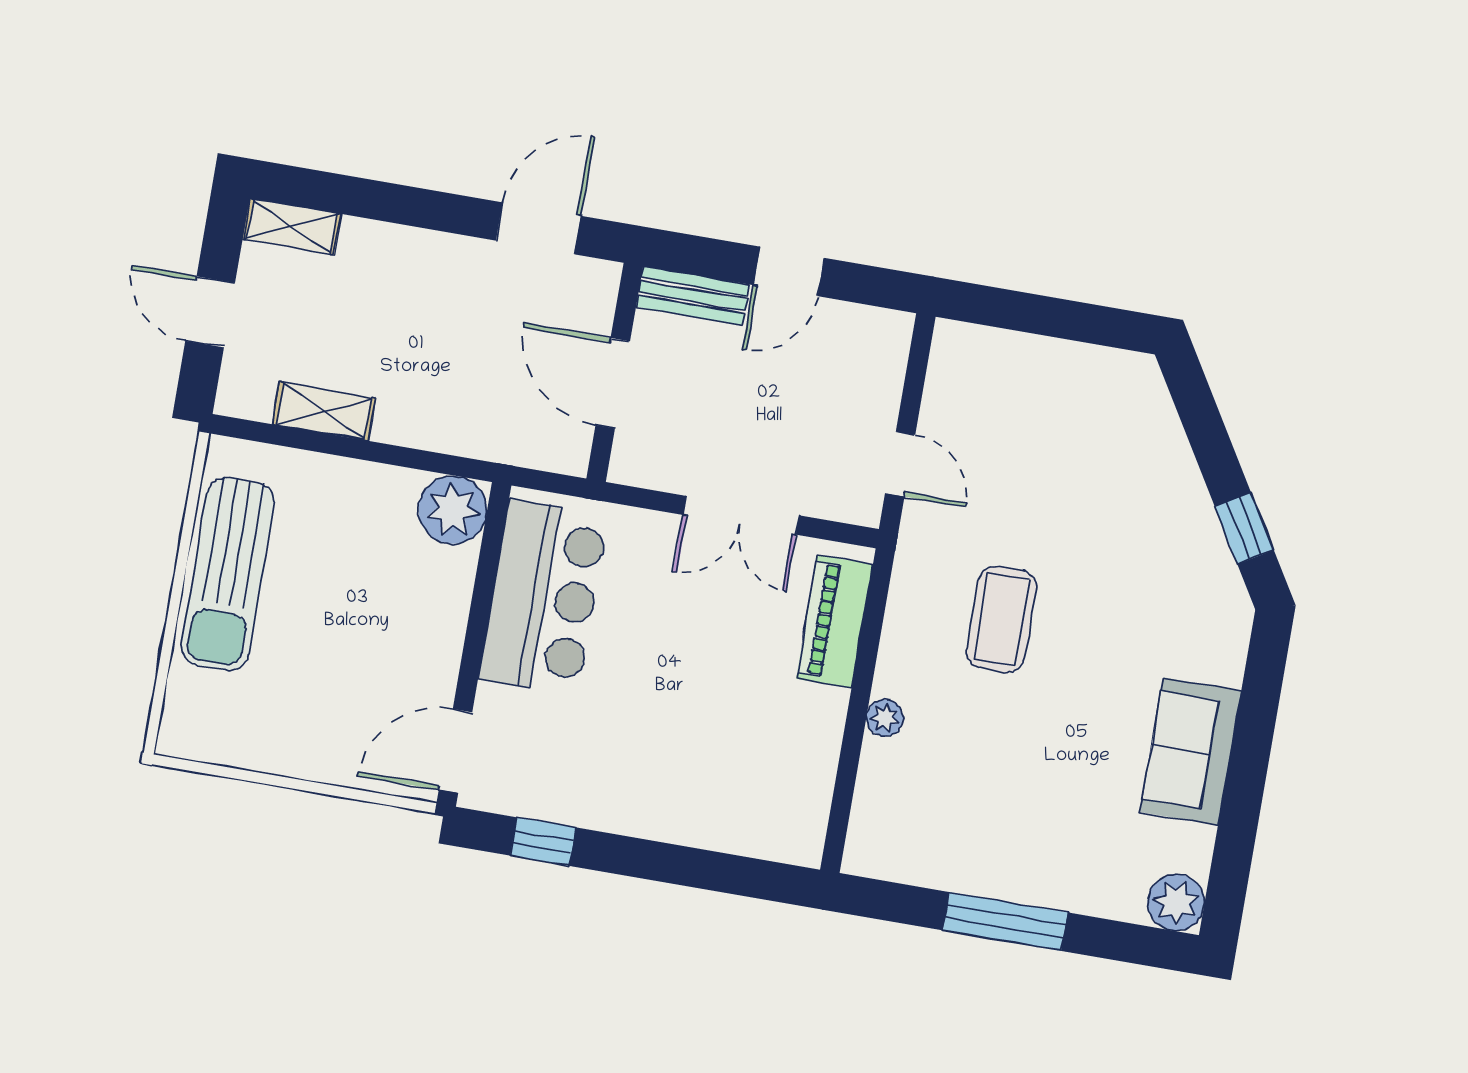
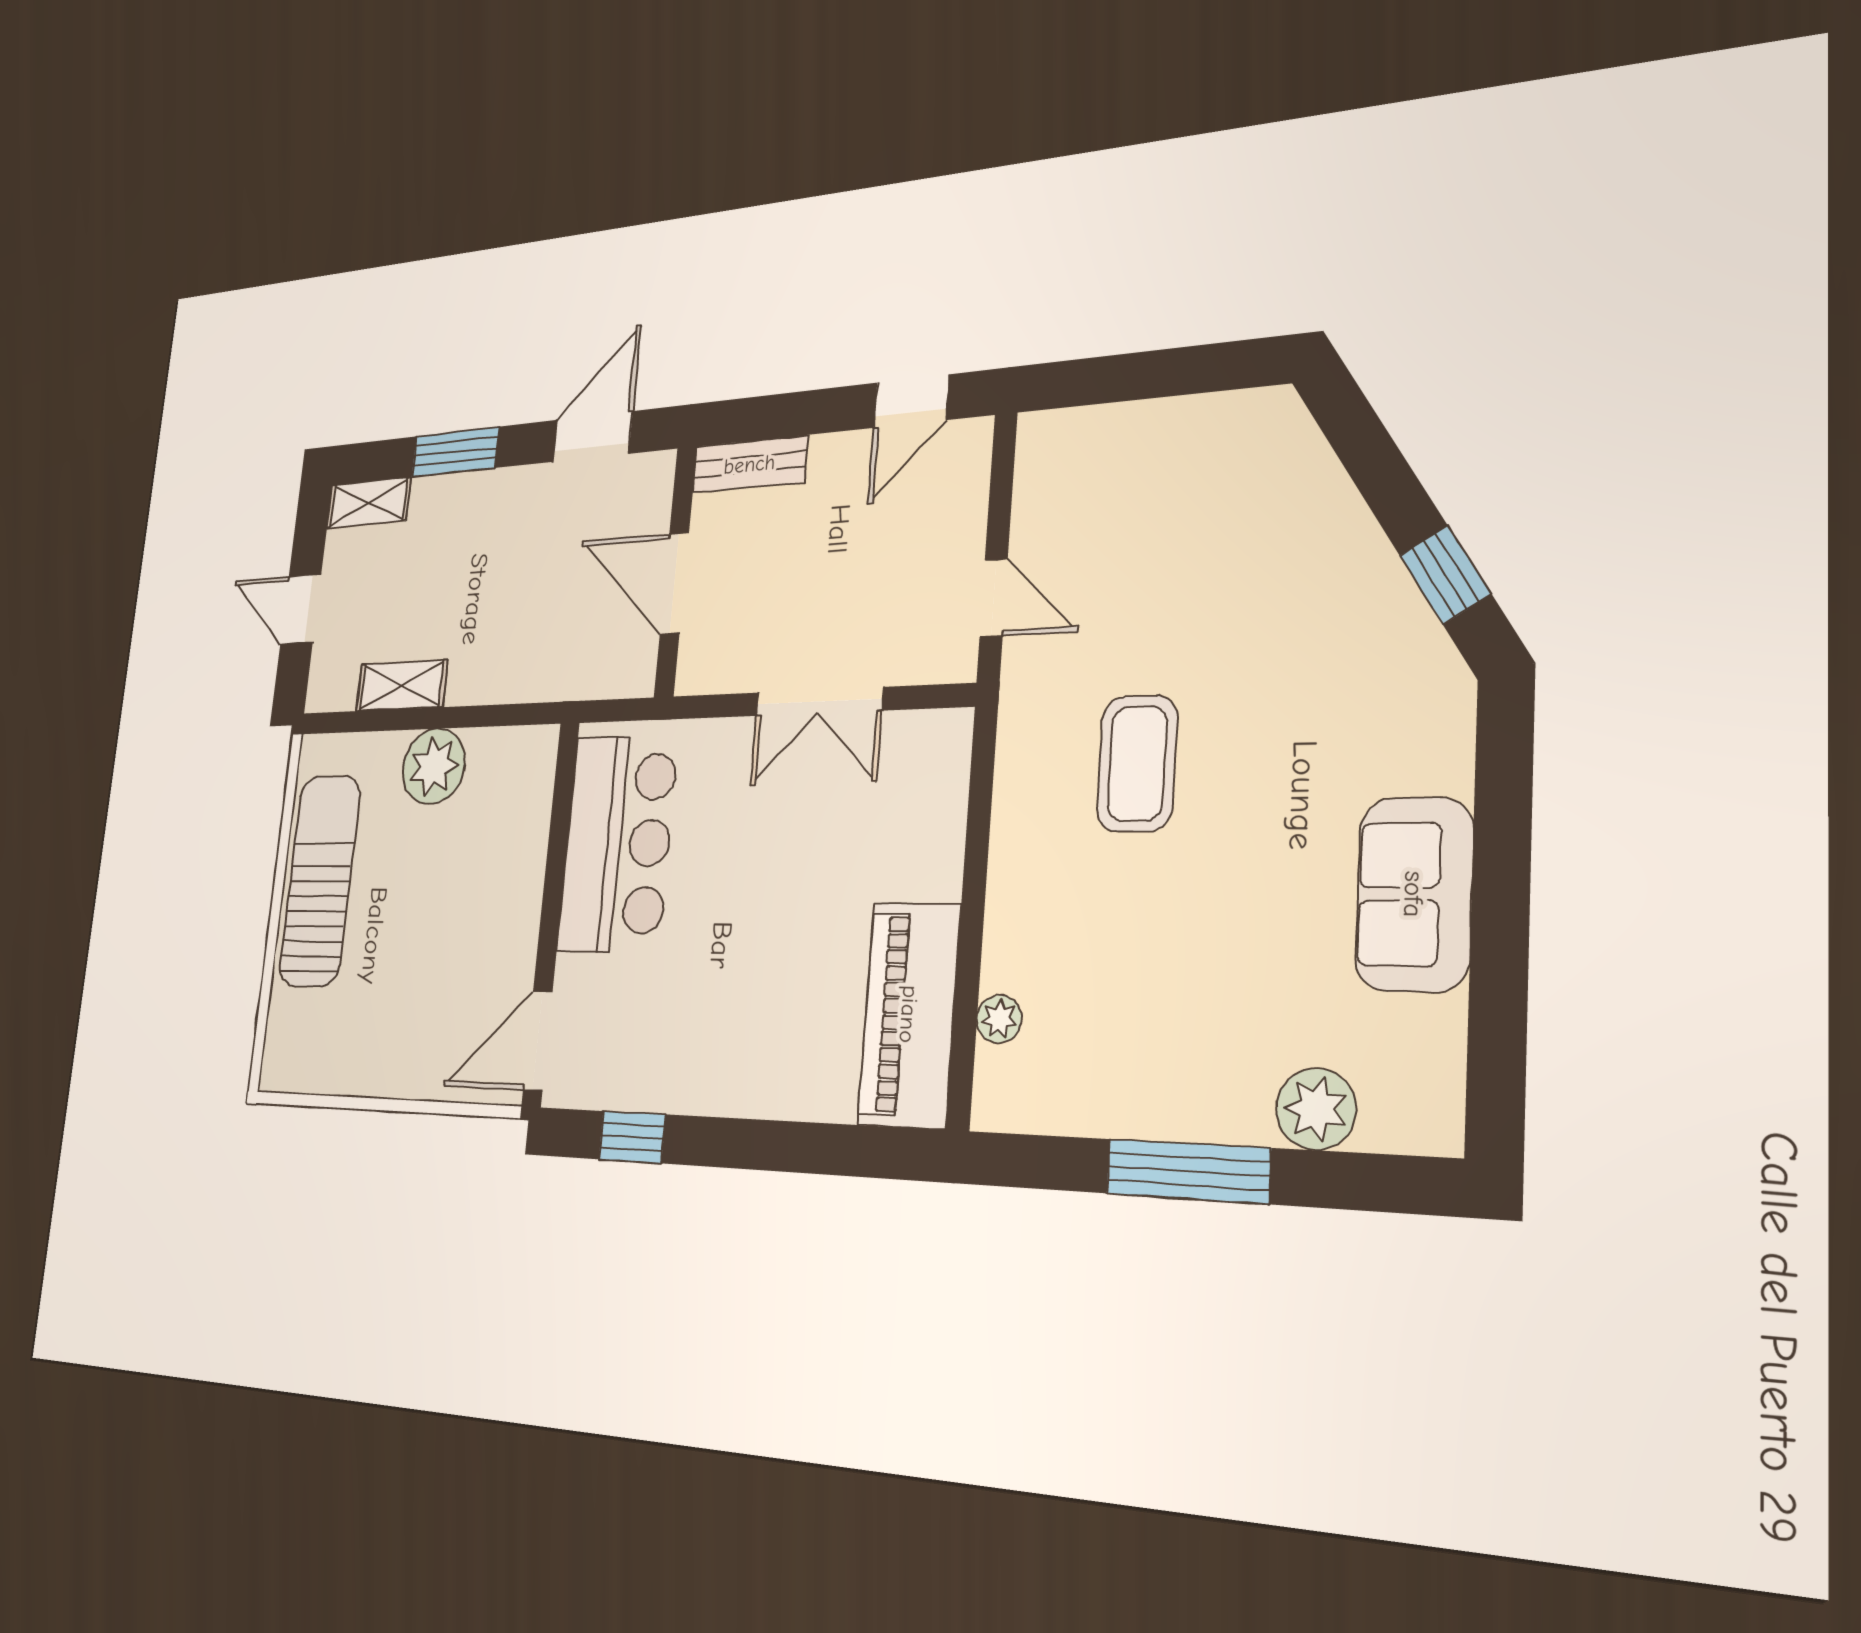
window: (391, 203) -> (455, 452), added
door: (789, 271) -> (911, 401), moved
plant: (453, 510) -> (434, 766), moved
sun lounger: (228, 574) -> (320, 881), turned 180
piano: (835, 622) -> (909, 1014), moved, width x1.37, depth x1.33
plant: (885, 718) -> (999, 1019), moved
plant: (1176, 902) -> (1316, 1109), moved

